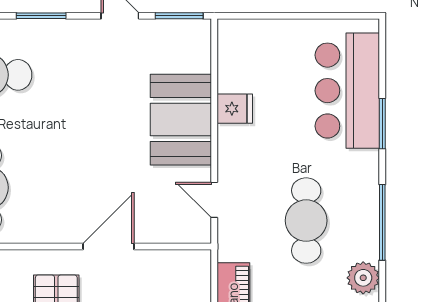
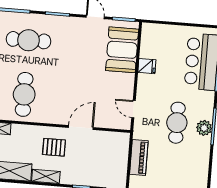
booth: (181, 120) -> (122, 50), moved
plant: (363, 278) -> (204, 128), moved

